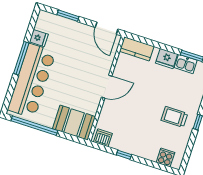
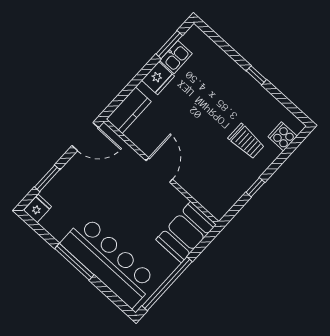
fridge: (39, 38) -> (37, 209), moved
trolley: (174, 117) -> (246, 141), moved, turned -90
dishwasher: (103, 138) -> (222, 204), removed

